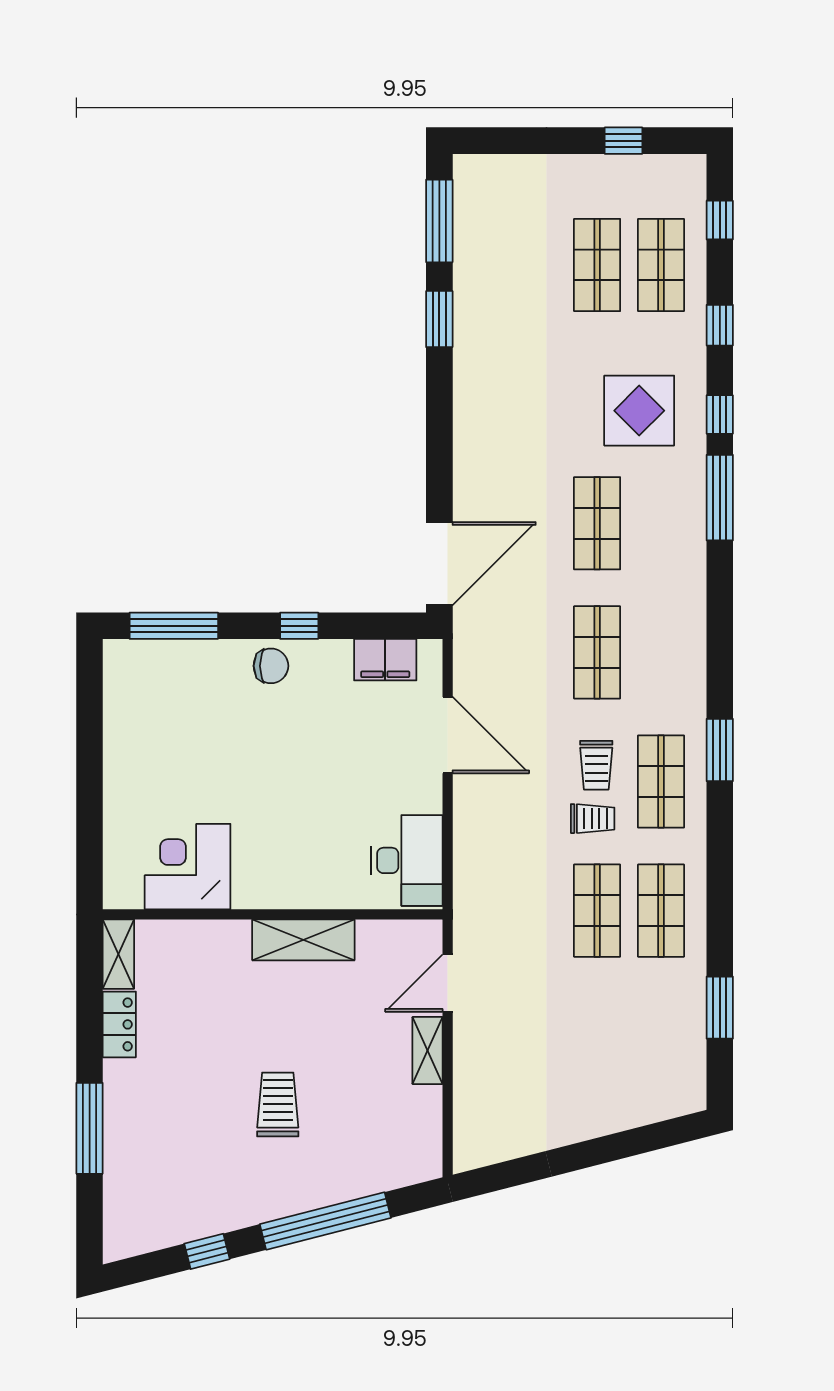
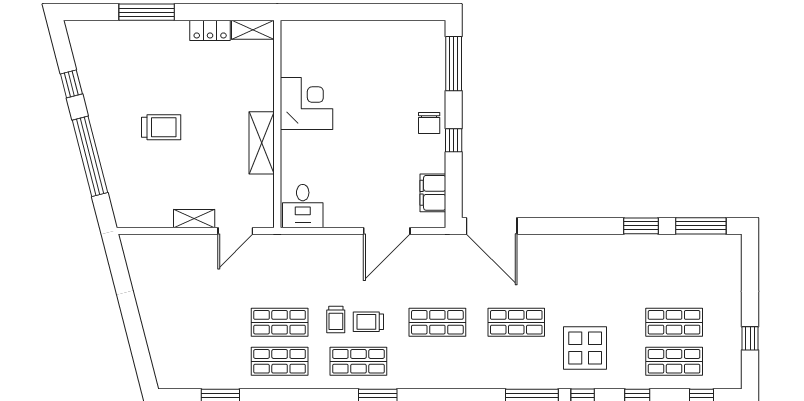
desk: (407, 860) -> (303, 206), width x0.73
corner desk: (188, 867) -> (306, 103), moved
door: (448, 983) -> (235, 231), swing flipped

